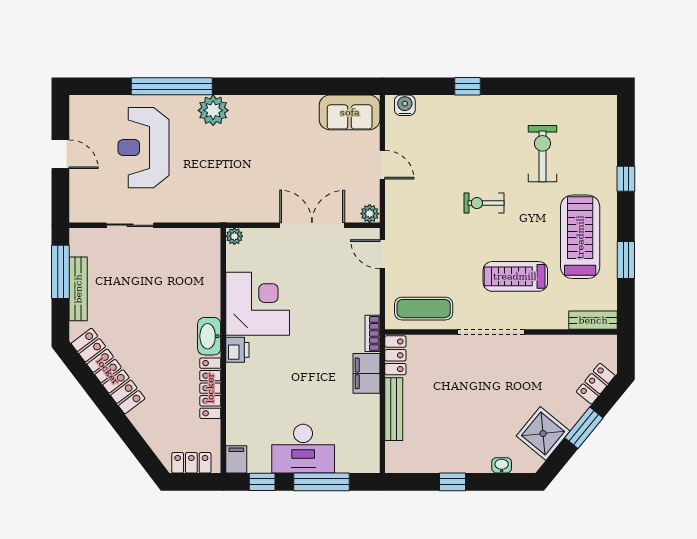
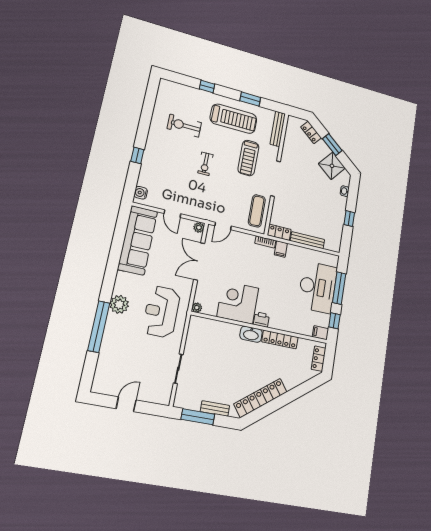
sofa: (350, 112) -> (138, 240), width x1.85, depth x1.27
reception desk: (143, 148) -> (161, 312), moved, turned 90
door: (382, 165) -> (172, 214), swing flipped
treadmill: (580, 237) -> (234, 119), turned 180
bench: (78, 289) -> (215, 408), width x0.73
bench: (593, 320) -> (278, 129), width x1.36
filing cabinet: (366, 373) -> (281, 249), width x0.50
desk: (303, 449) -> (318, 287), width x1.36, depth x1.30

